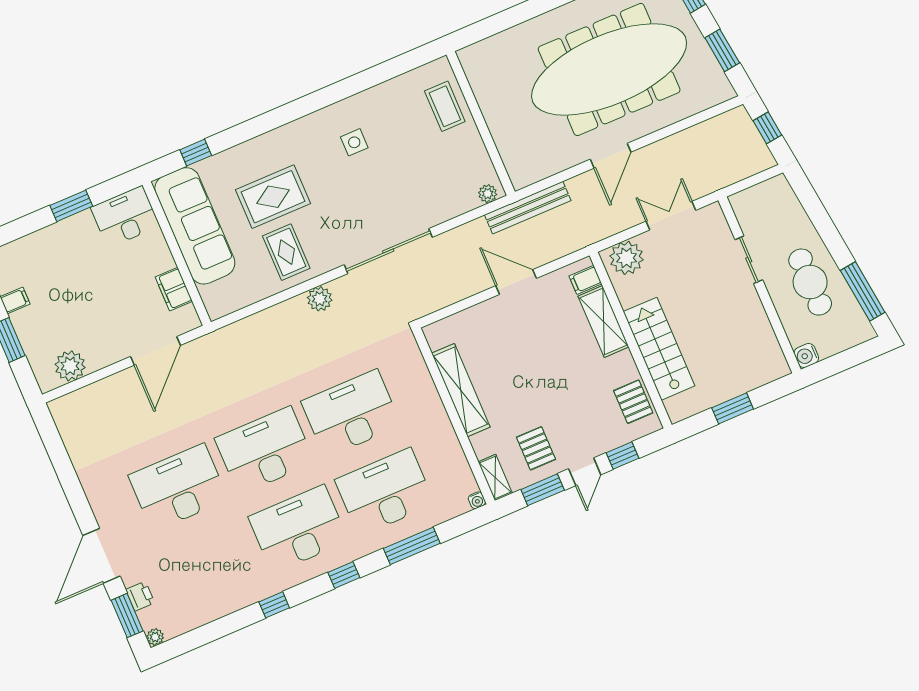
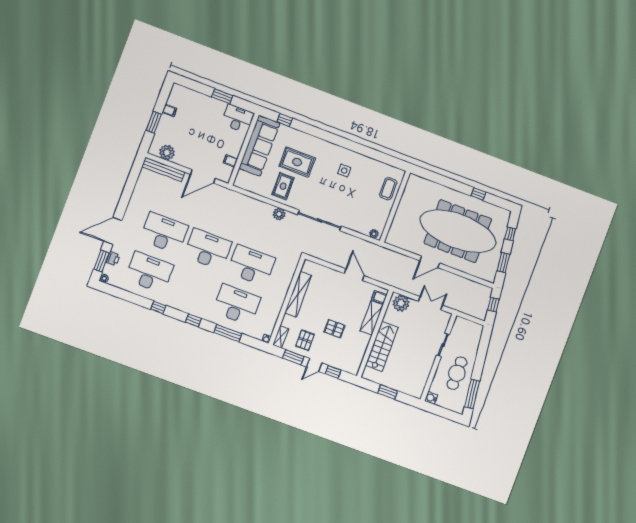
bench: (528, 208) -> (163, 170), moved
filing cabinet: (174, 289) -> (230, 161), width x0.50
pallet: (633, 402) -> (334, 329), moved, turned 90
desk: (298, 529) -> (149, 272), moved

